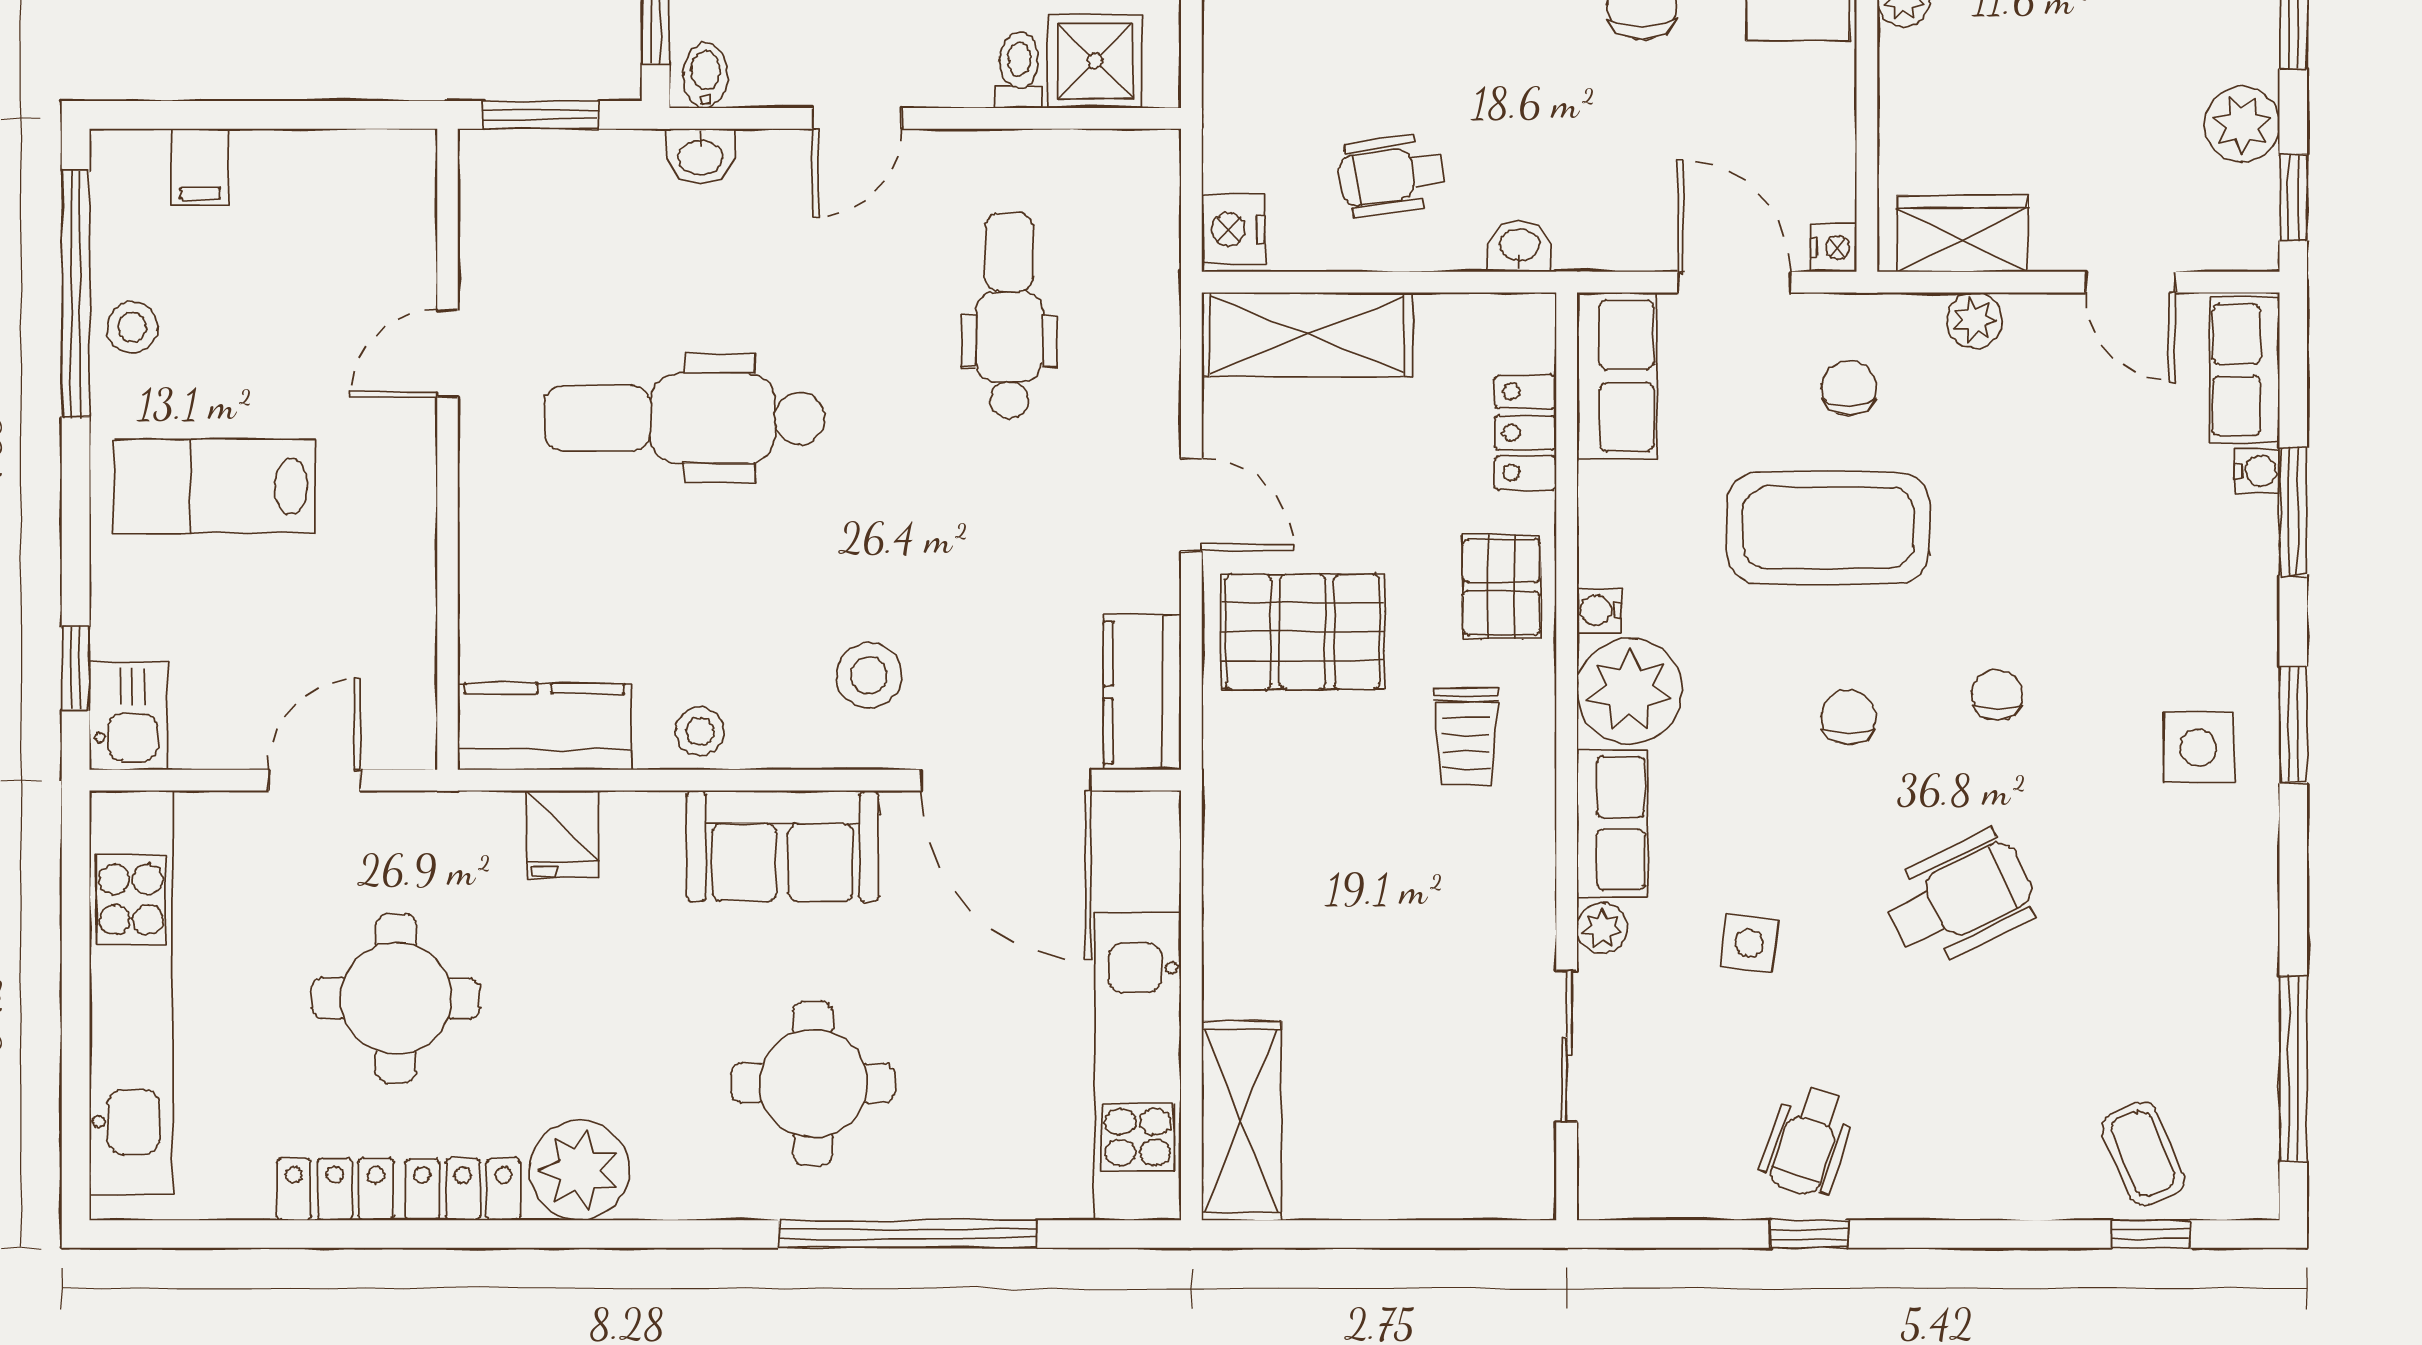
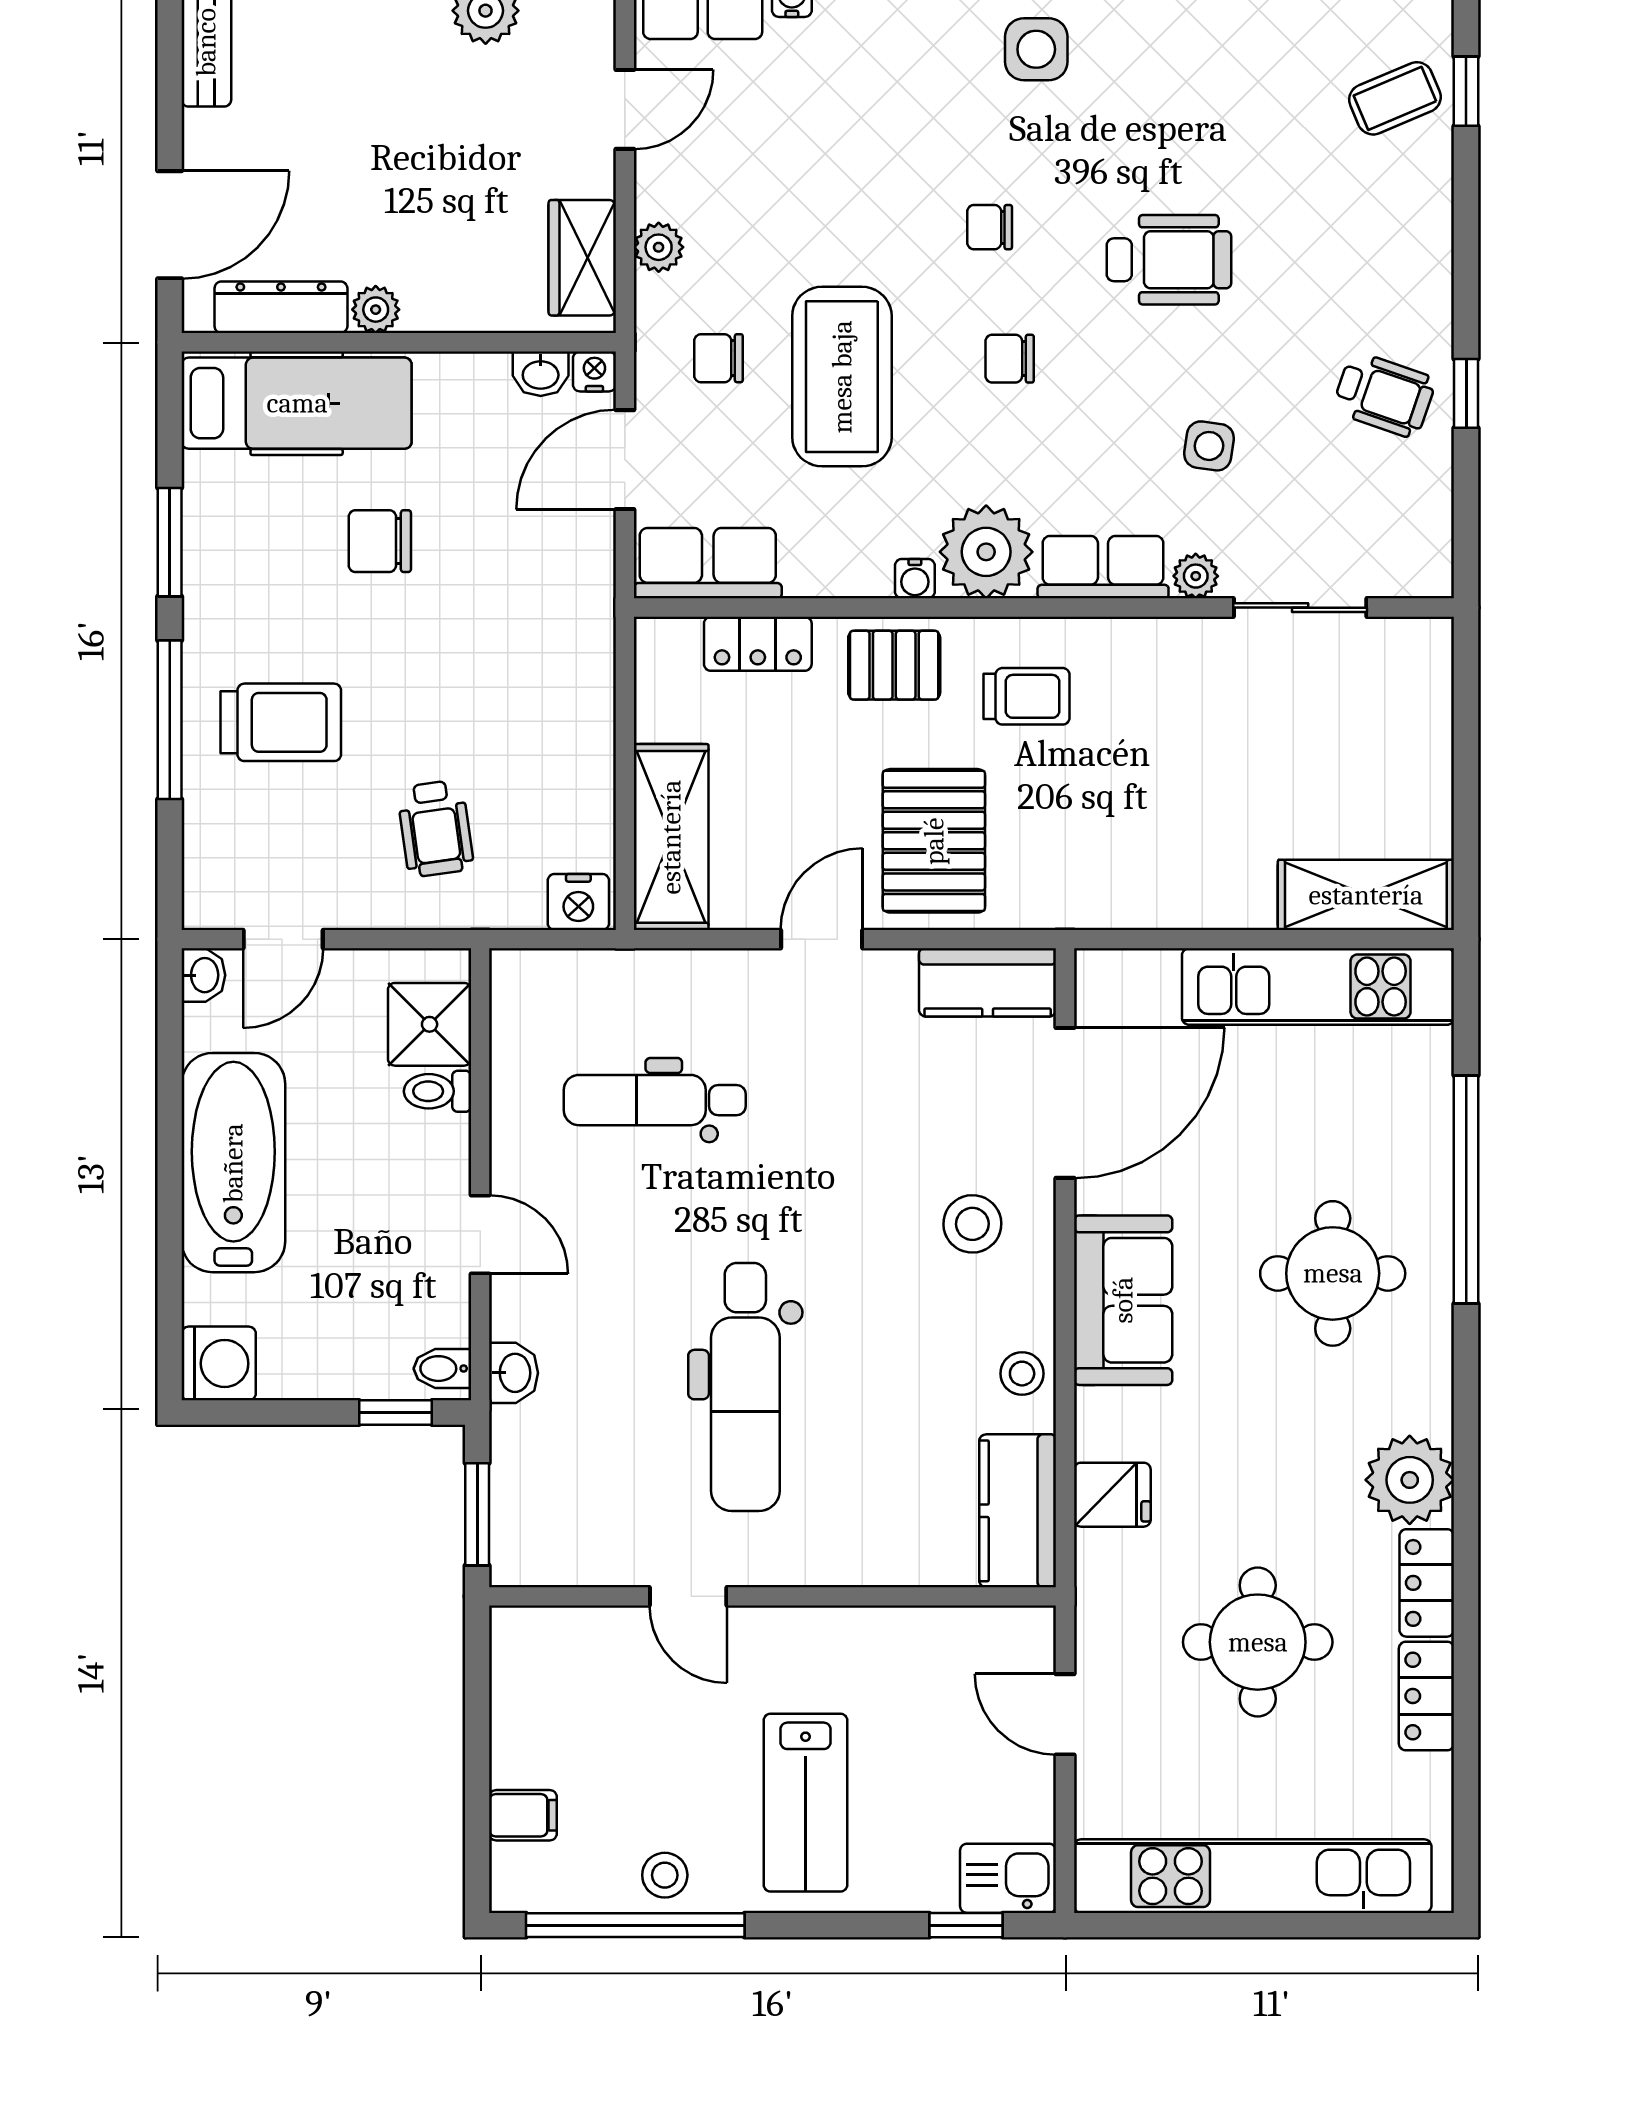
wheelchair: (1392, 175) -> (435, 828), moved
washbasin: (1519, 246) -> (541, 374), moved, turned -90
wheelchair: (1960, 898) -> (1169, 260), turned 116

